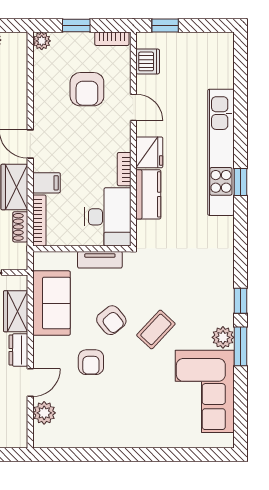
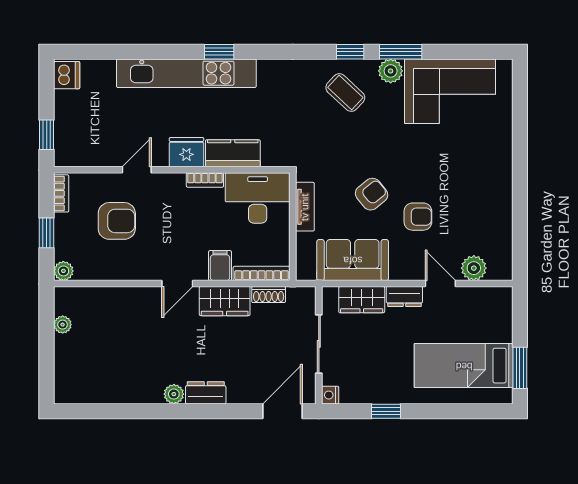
dishwasher: (148, 61) -> (67, 75), moved, turned 90
coffee table: (156, 329) -> (345, 93), moved

